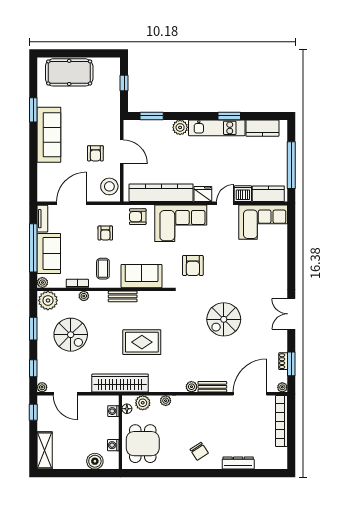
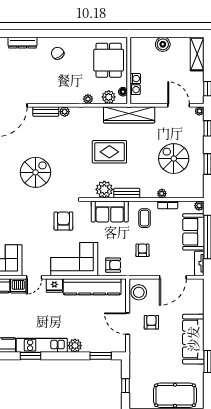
plant: (48, 300) -> (104, 189), moved
washing machine: (113, 445) -> (135, 79), moved
boiler: (95, 461) -> (163, 44), moved

